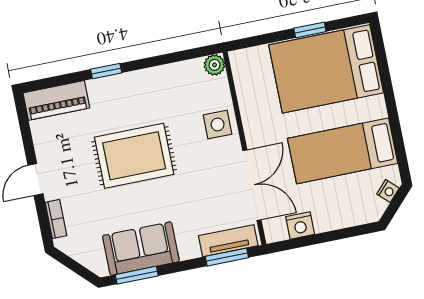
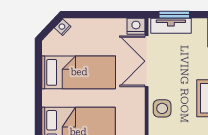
nightstand: (388, 191) -> (63, 27), moved
nightstand: (300, 225) -> (136, 26), moved

